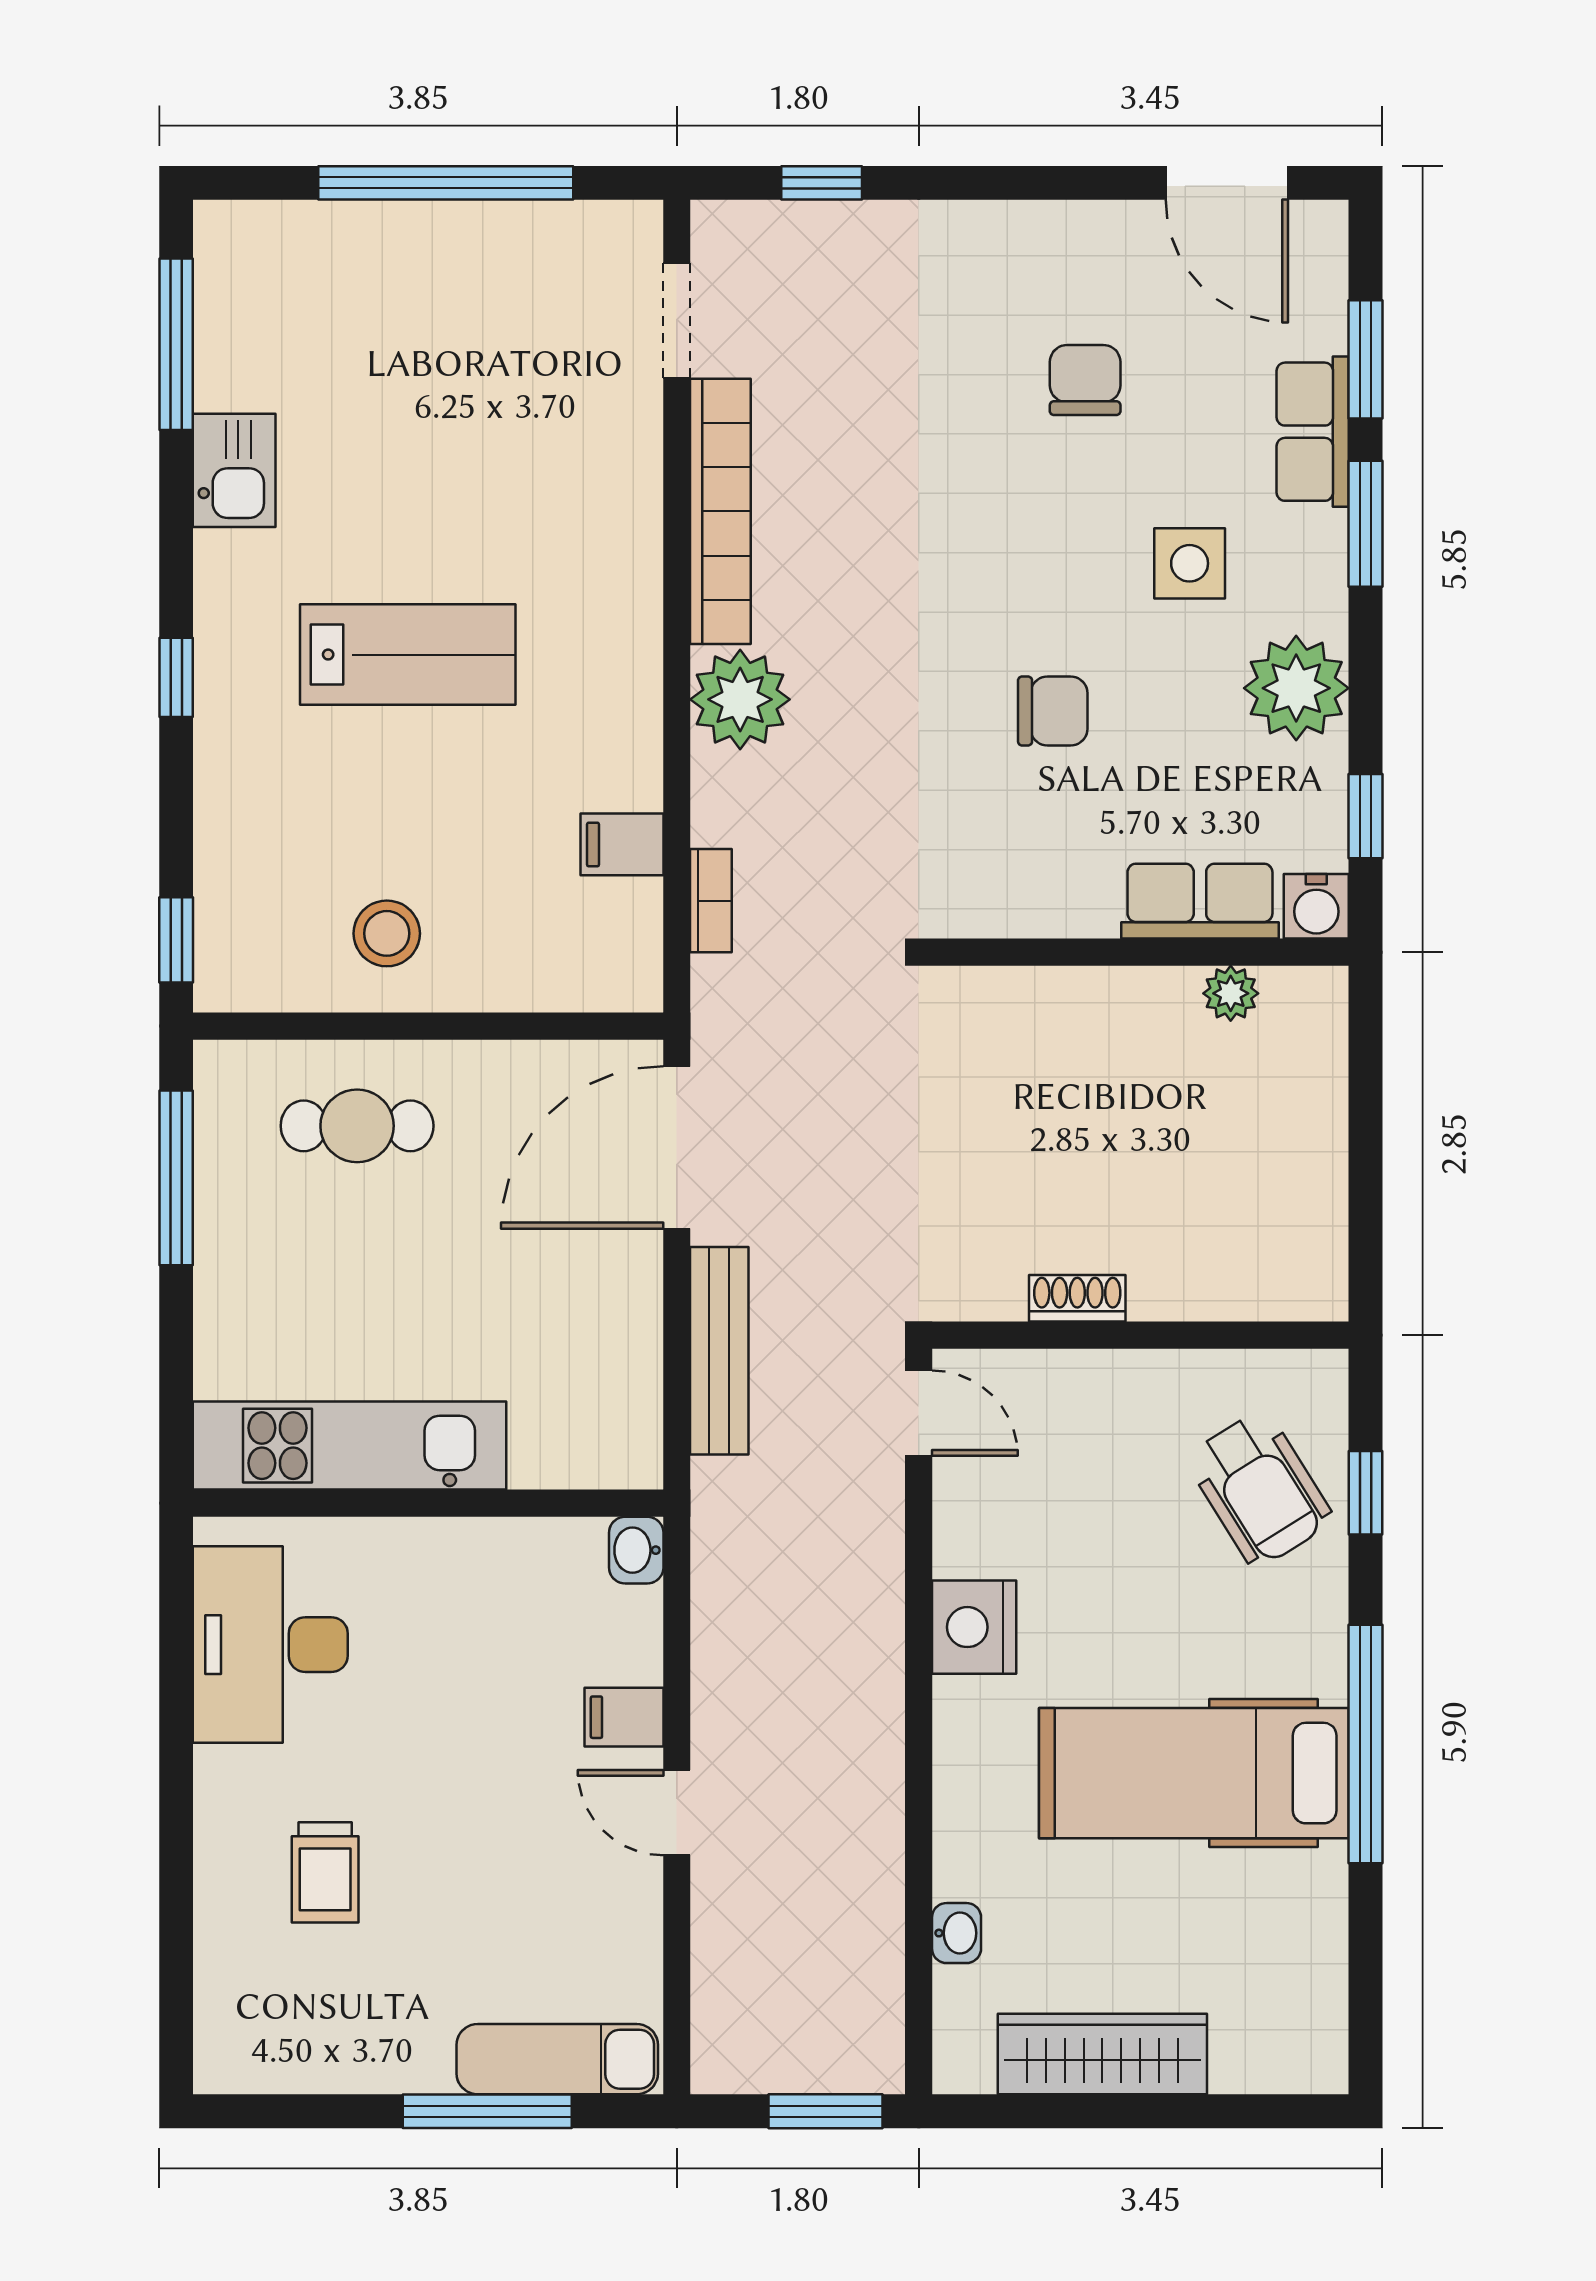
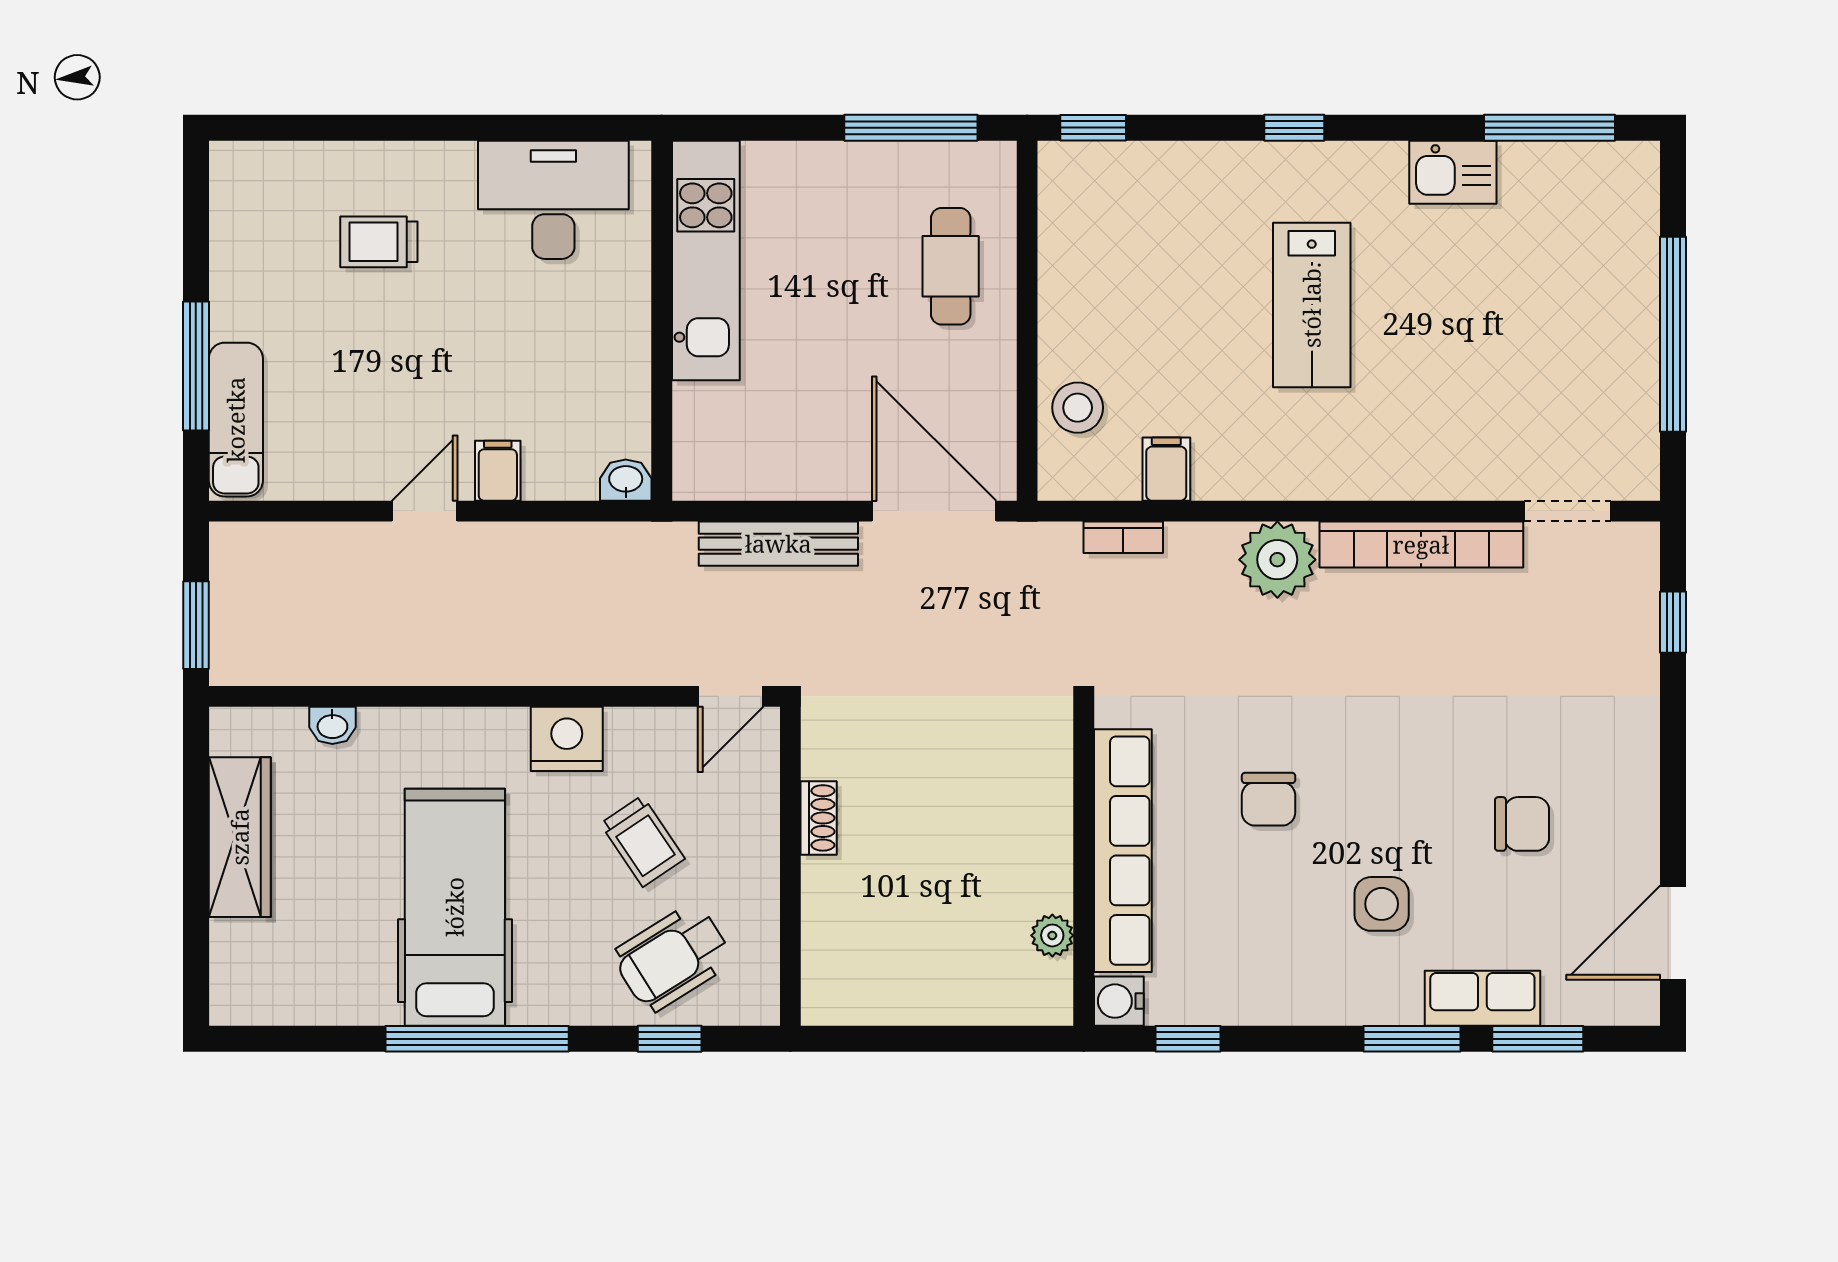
plant: (1296, 688) -> (1286, 986), removed
row of seats: (1200, 901) -> (1123, 851), width x2.02
stool: (387, 933) -> (1078, 408), moved
trolley: (1108, 1528) -> (642, 841), added

